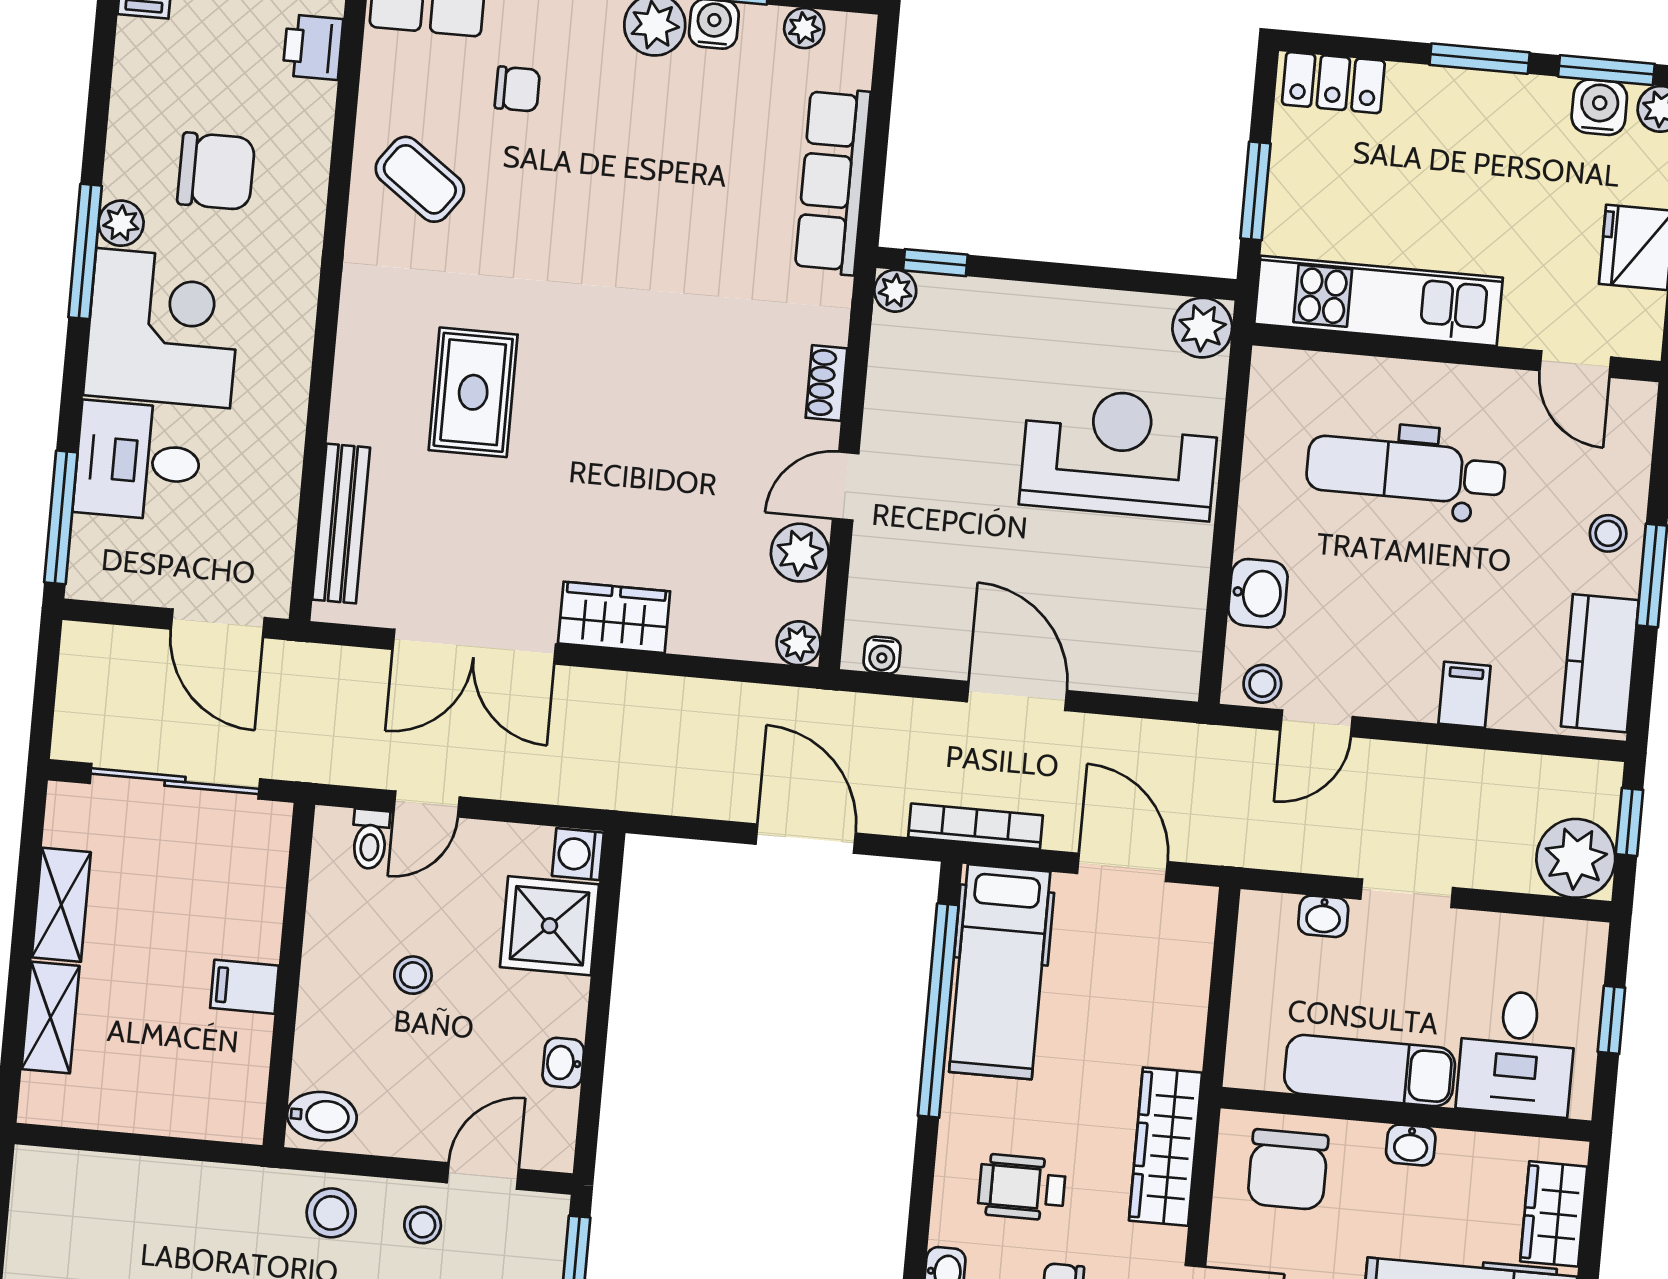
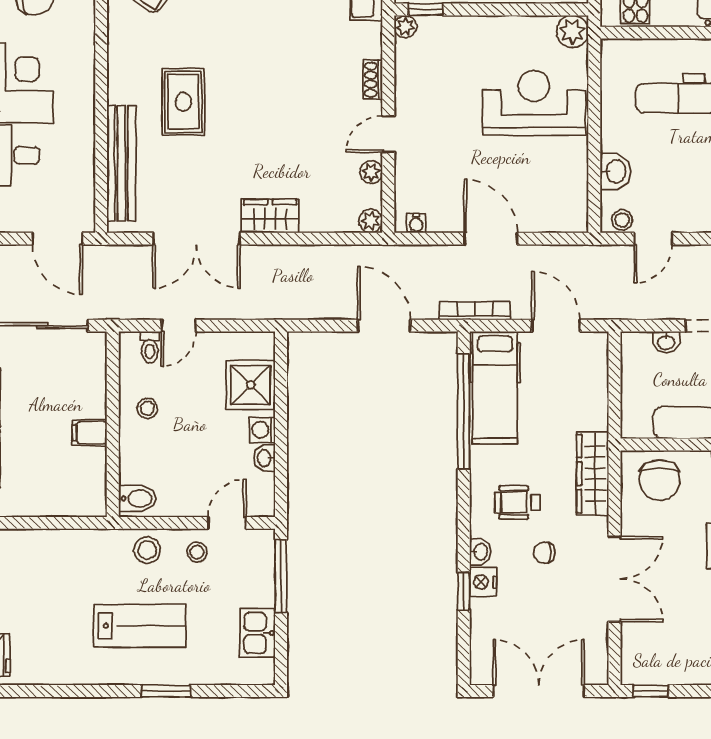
bench: (341, 524) -> (121, 163), width x1.37, depth x1.21
plant: (800, 553) -> (371, 172), width x0.73, depth x0.73
washing machine: (578, 854) -> (262, 430), moved
stool: (413, 975) -> (147, 408), moved

